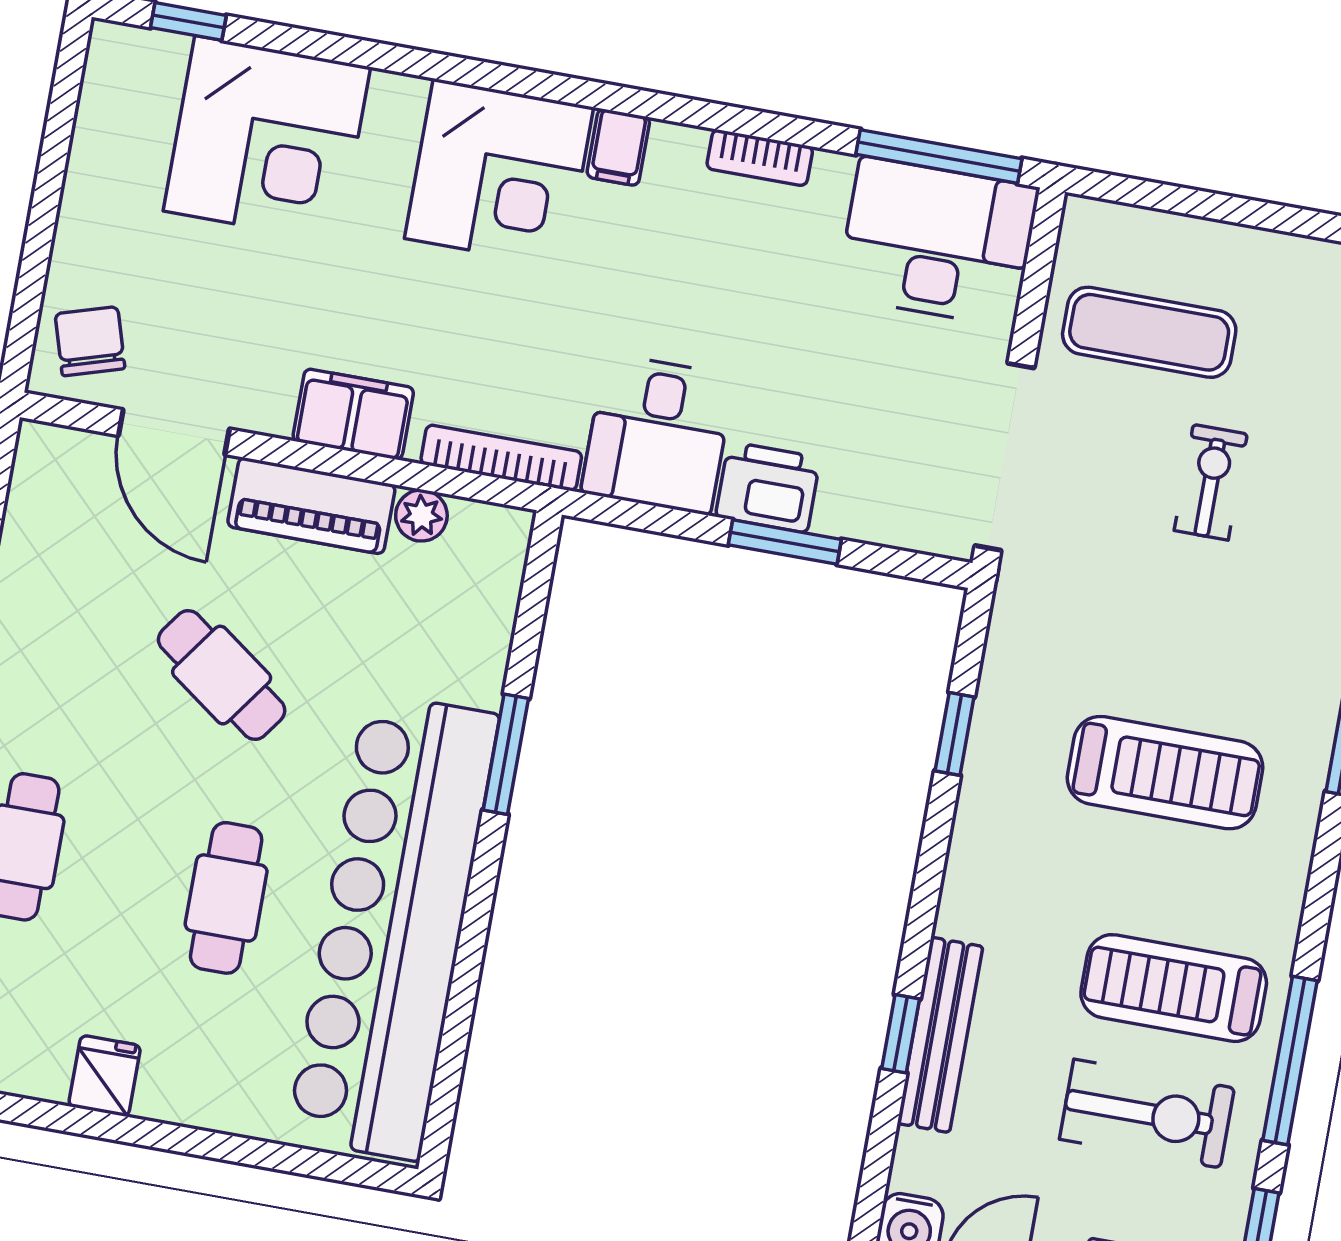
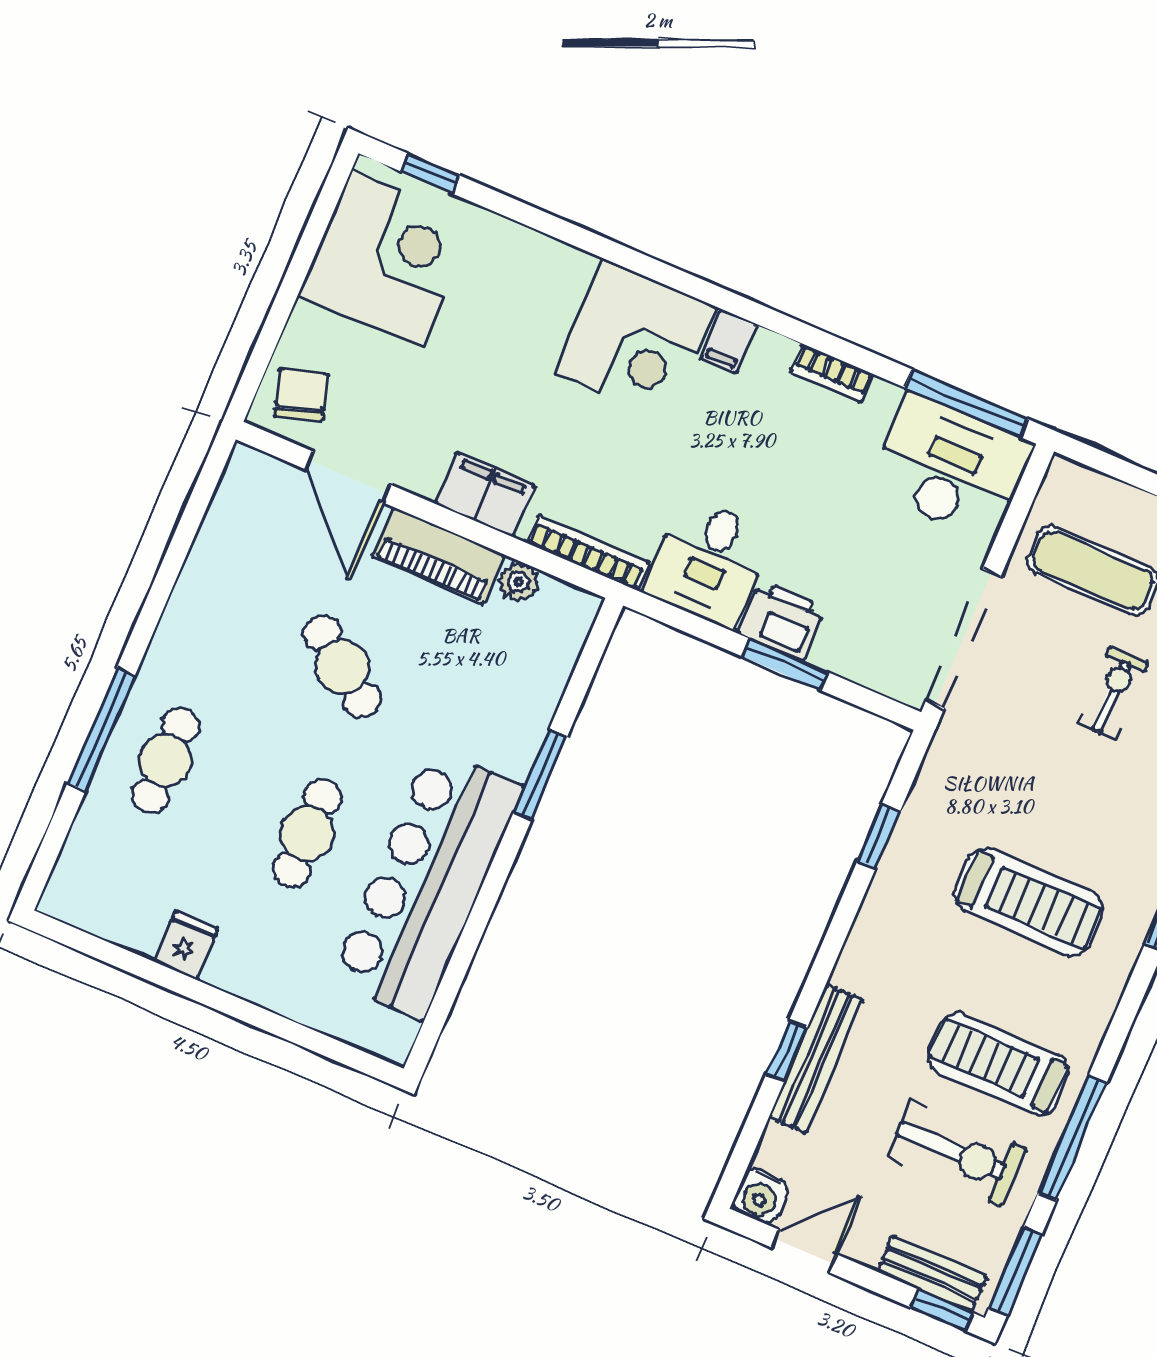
corner desk: (267, 139) -> (387, 259), moved, turned -90
bar counter: (393, 926) -> (427, 883), width x0.73

